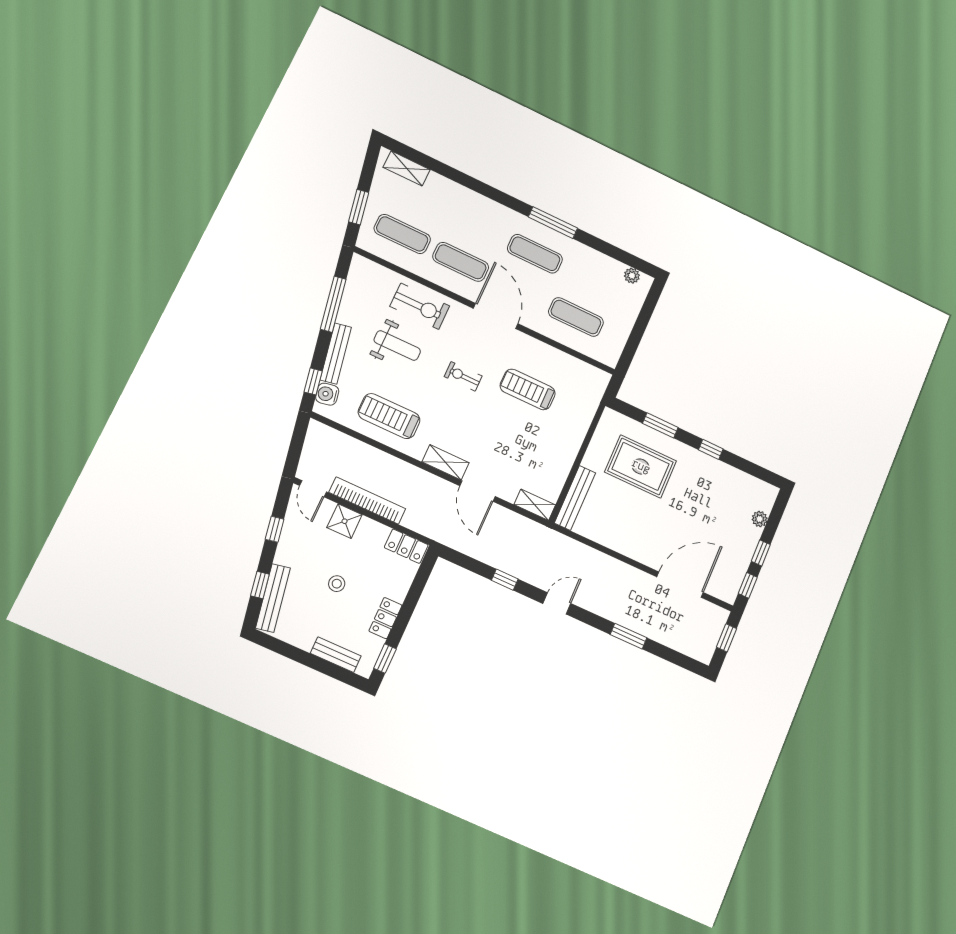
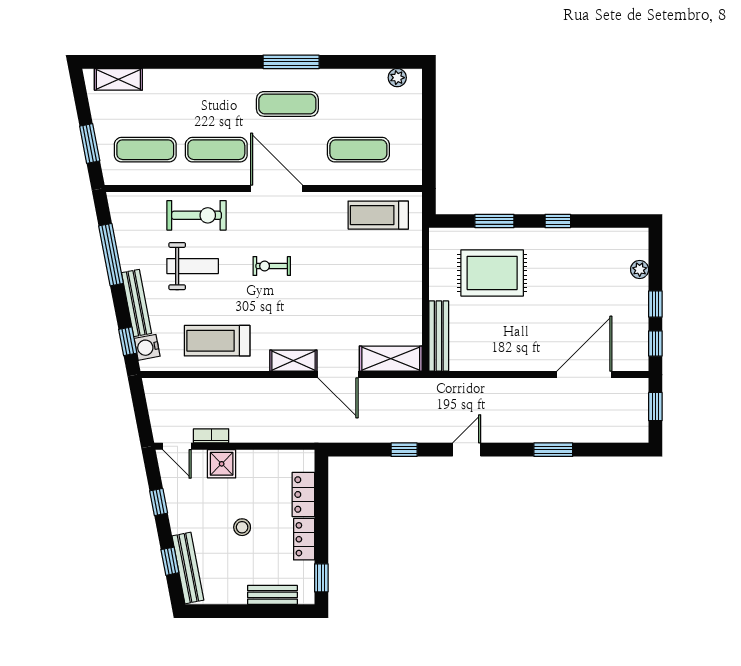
treadmill: (528, 389) -> (378, 215), moved
bookcase: (367, 501) -> (211, 436), width x0.43, depth x0.76
shelving: (535, 505) -> (391, 359), width x1.50, depth x1.33
locker: (406, 546) -> (303, 494), moved, turned 90

